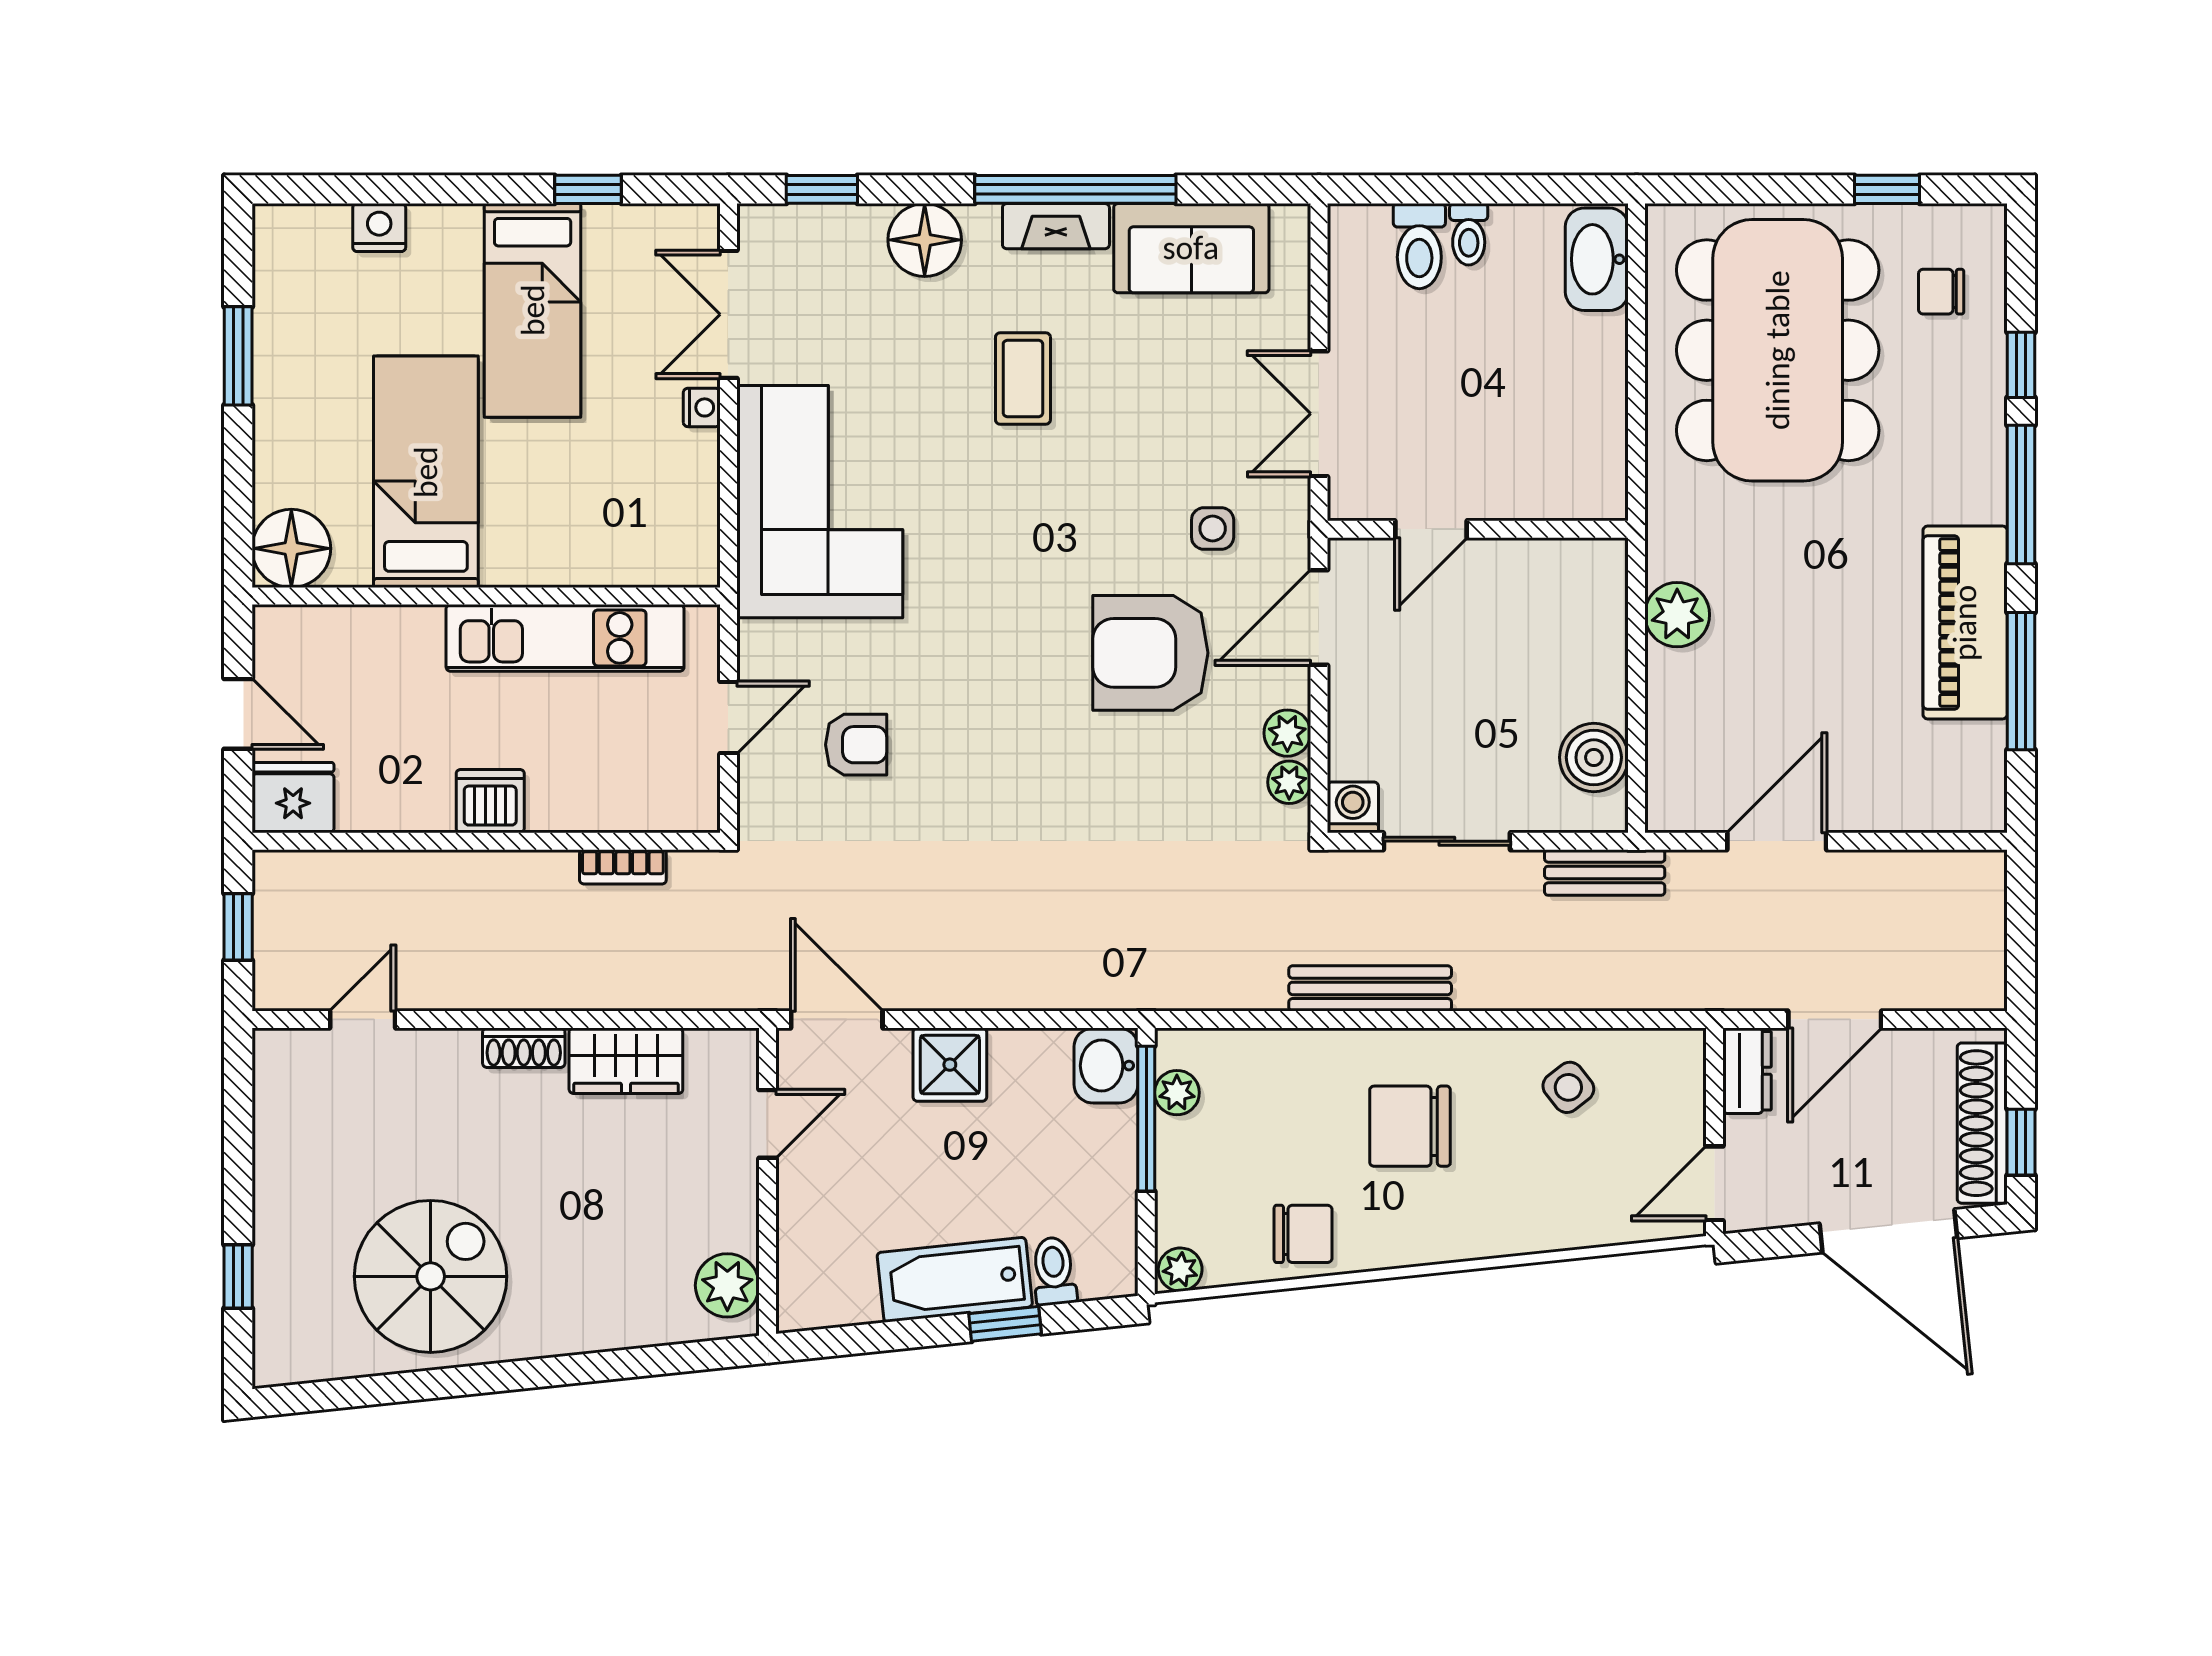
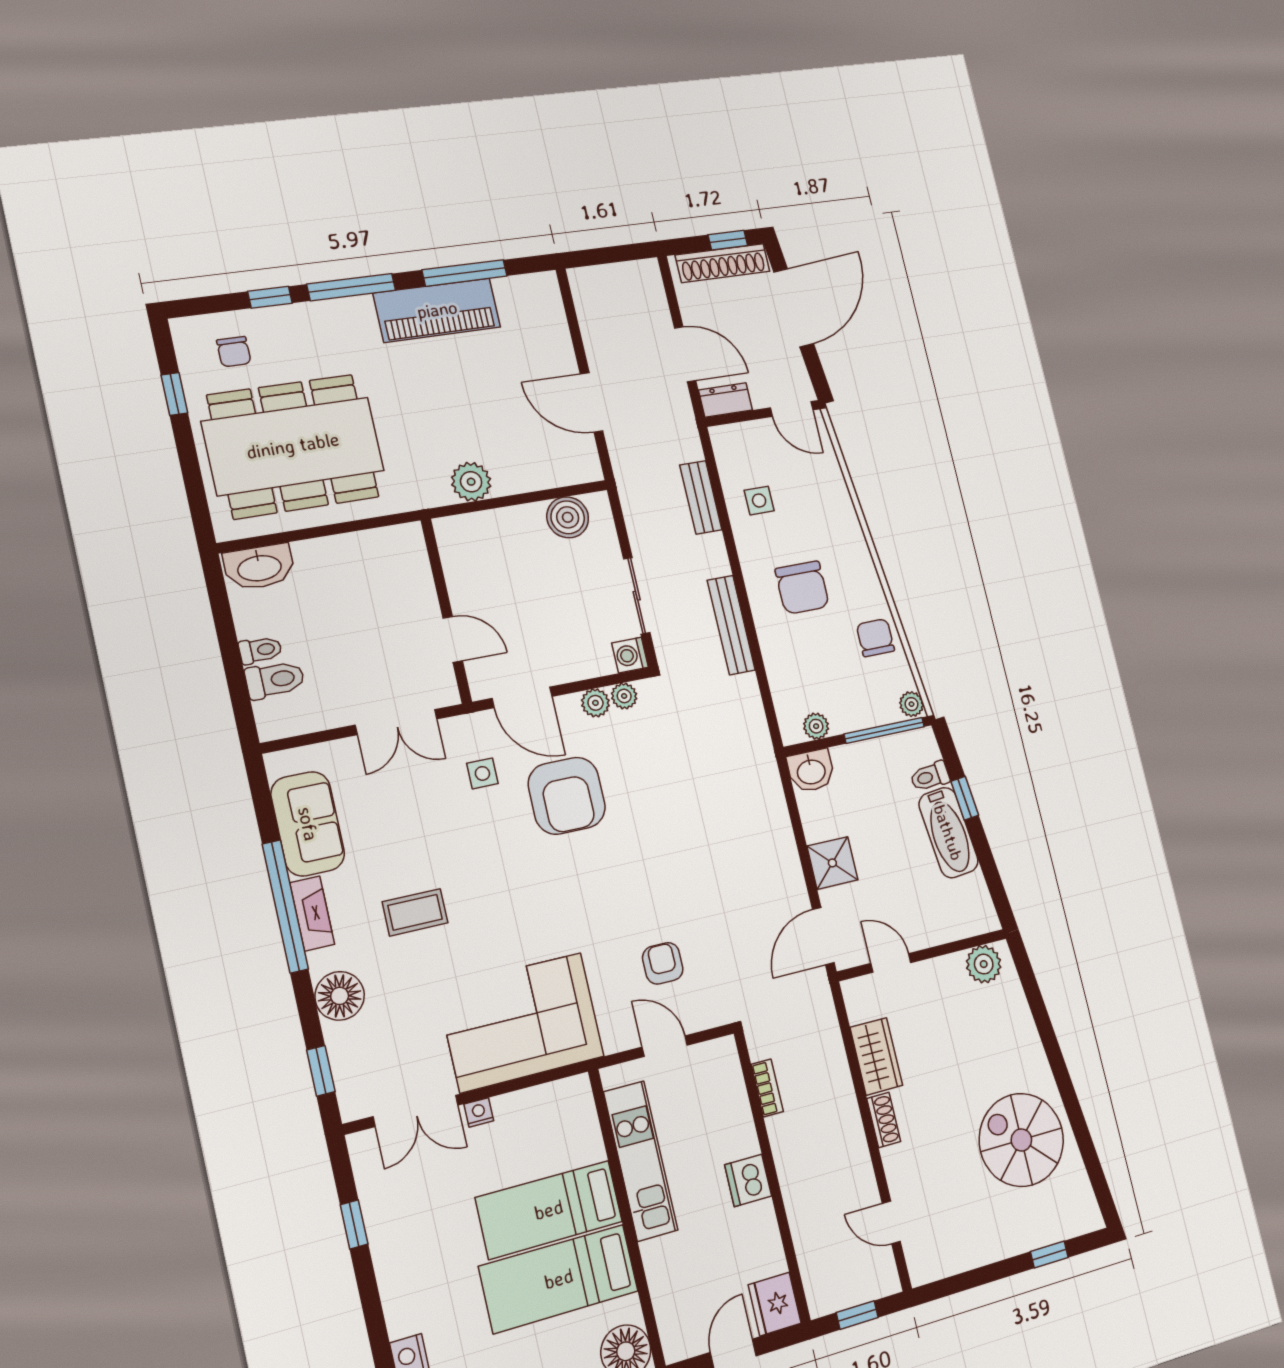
bed: (533, 310) -> (549, 1210), moved, turned 180
bench: (1605, 872) -> (701, 497), moved
side table: (1568, 1087) -> (759, 501), turned 38
window: (1146, 1119) -> (884, 730), moved

